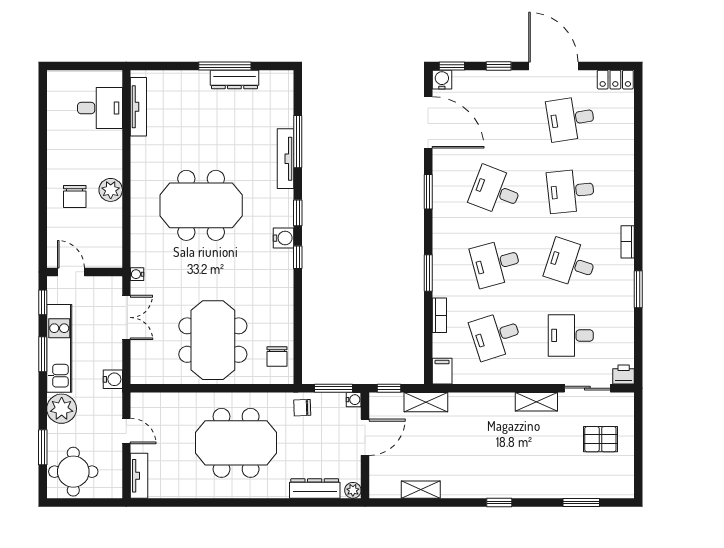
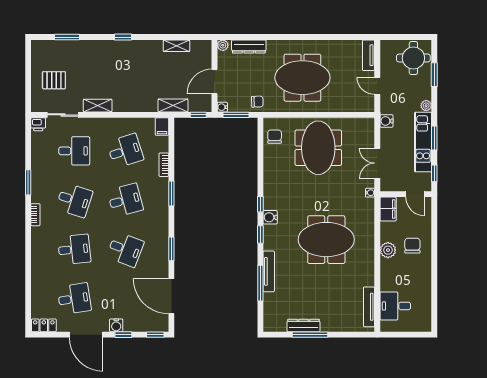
water cooler: (442, 80) -> (116, 325), moved
filing cabinet: (111, 250) -> (388, 209), added
plant: (62, 409) -> (426, 106), width x0.53, depth x0.53

